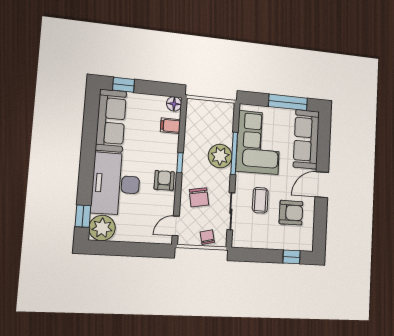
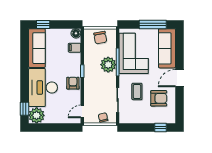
chair: (199, 197) -> (100, 38), moved

